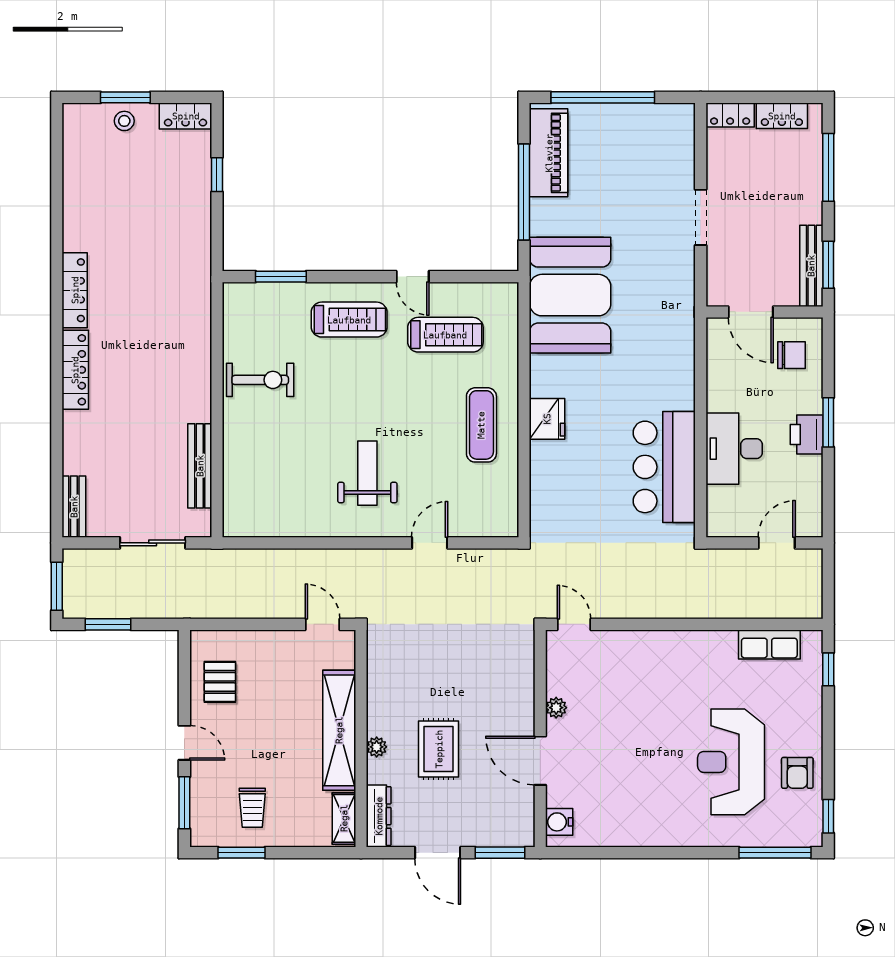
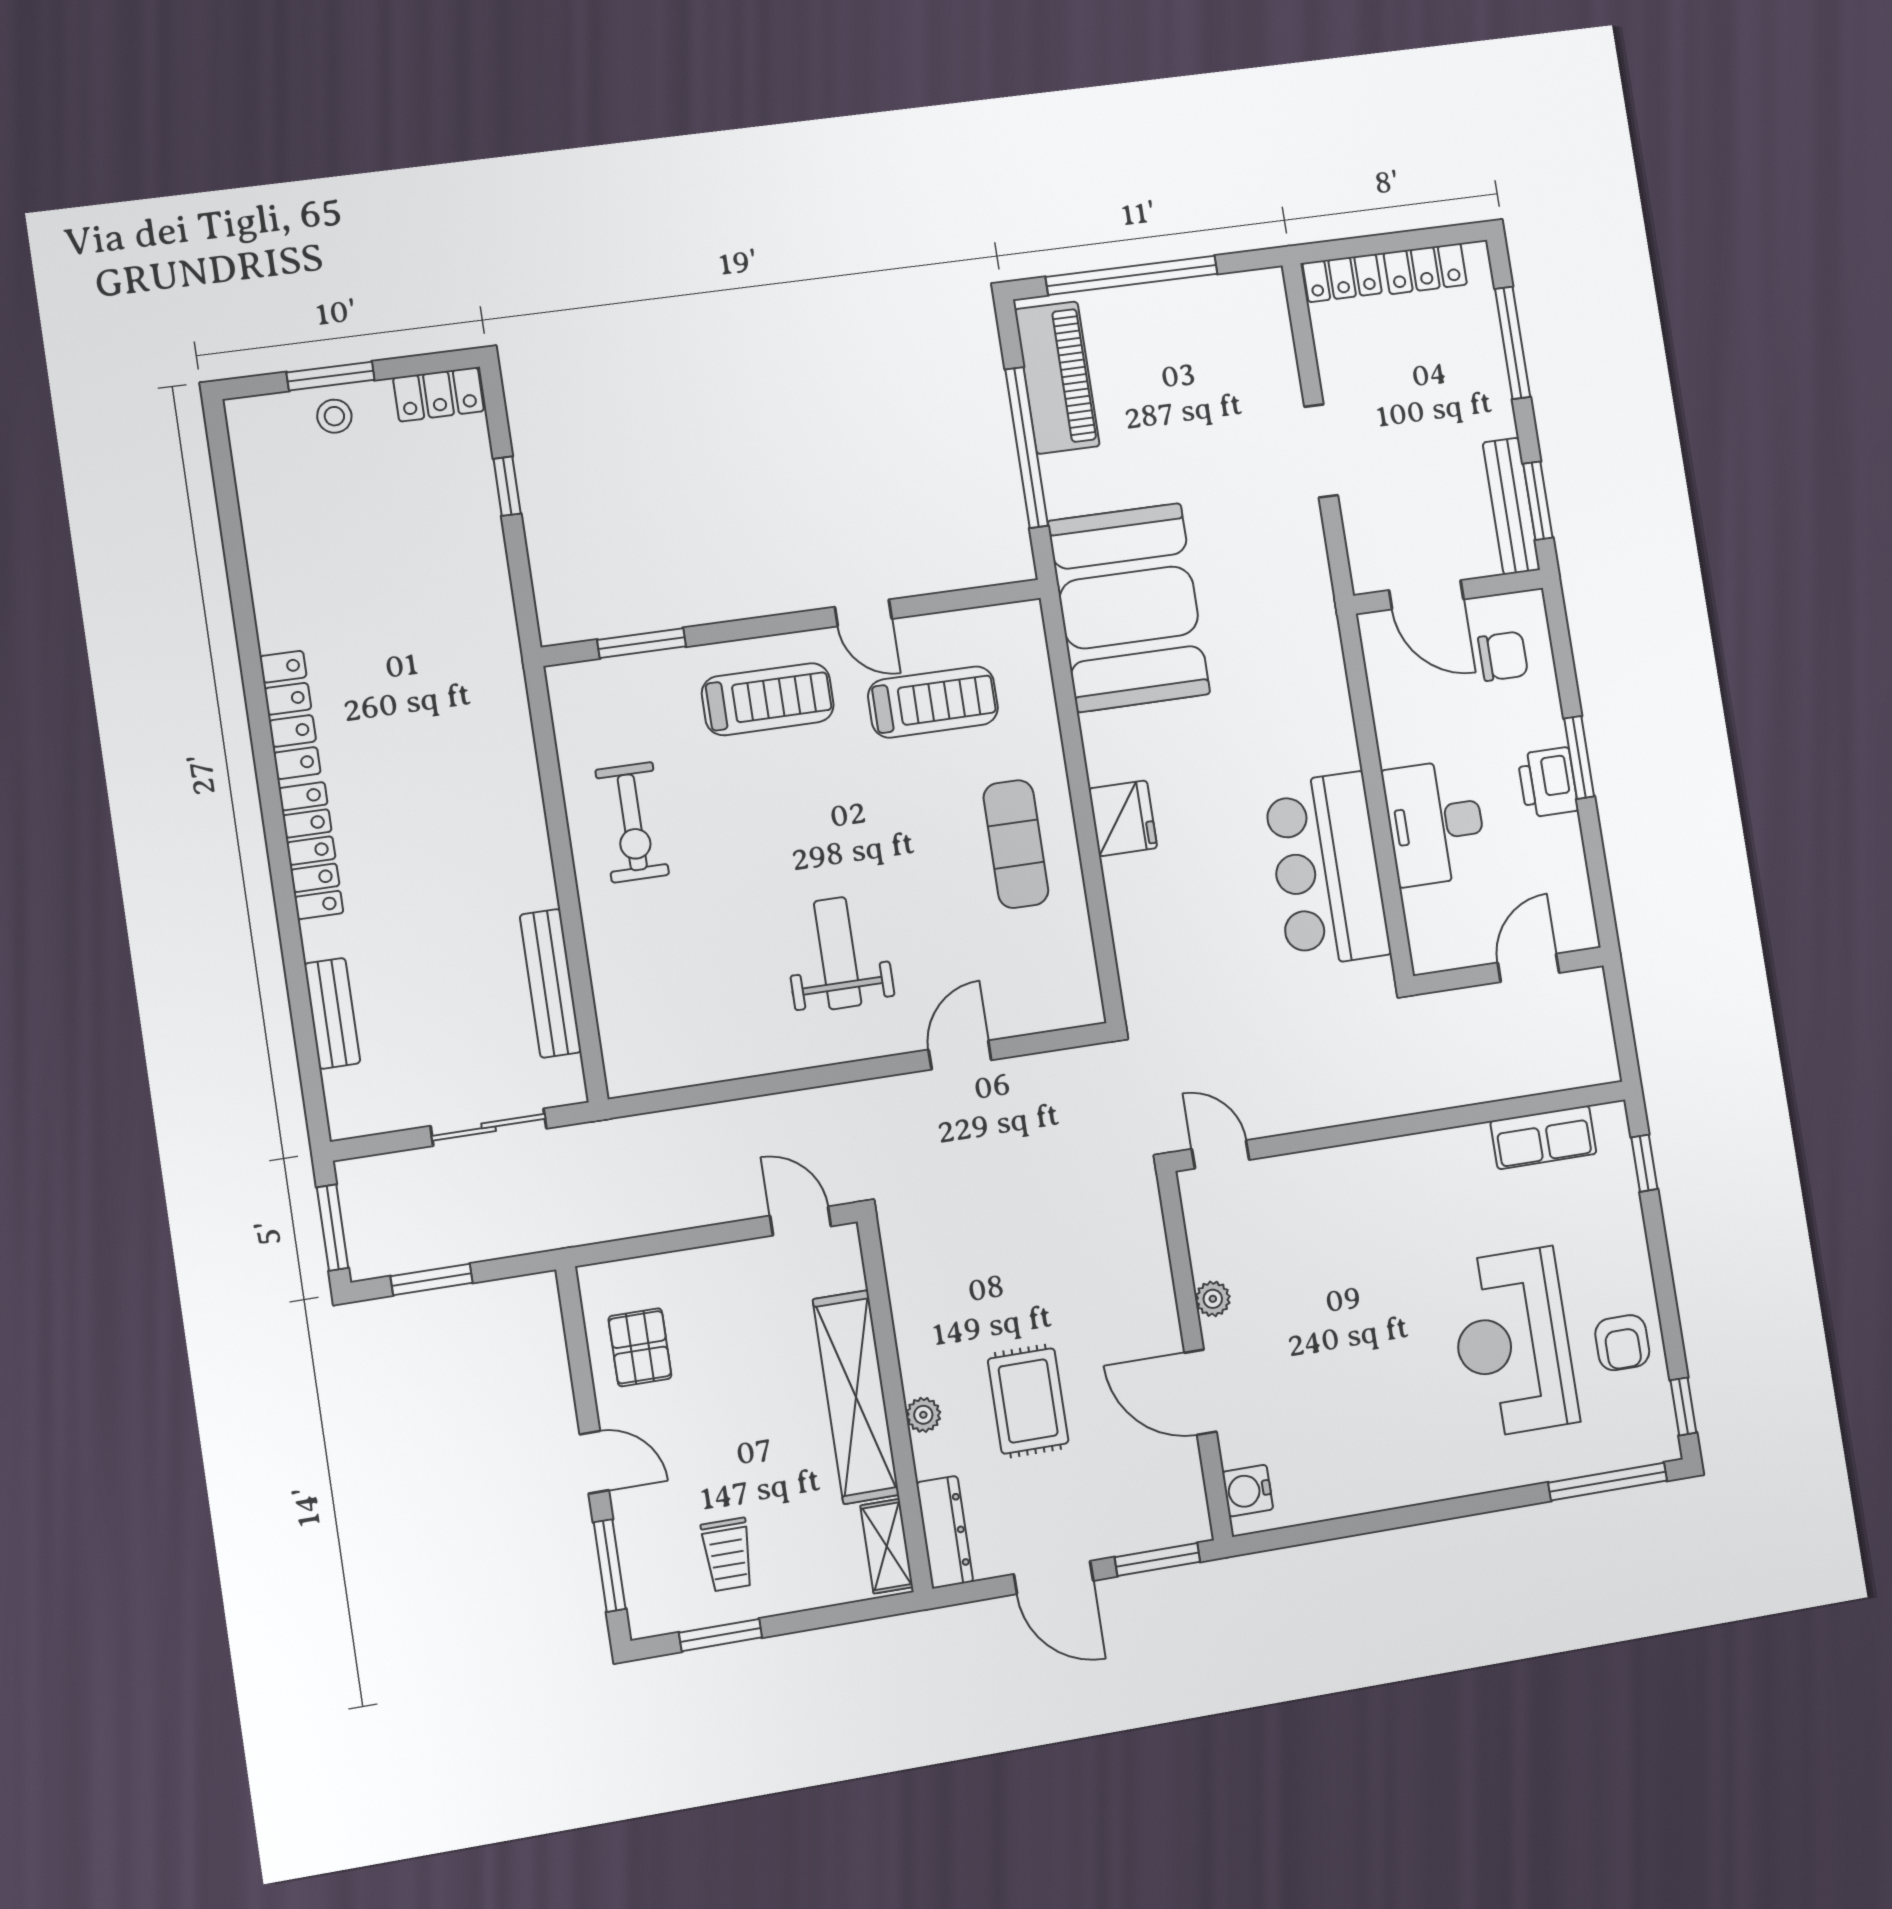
exercise bike: (260, 380) -> (632, 822), turned 90
bench: (74, 507) -> (332, 1013), moved

